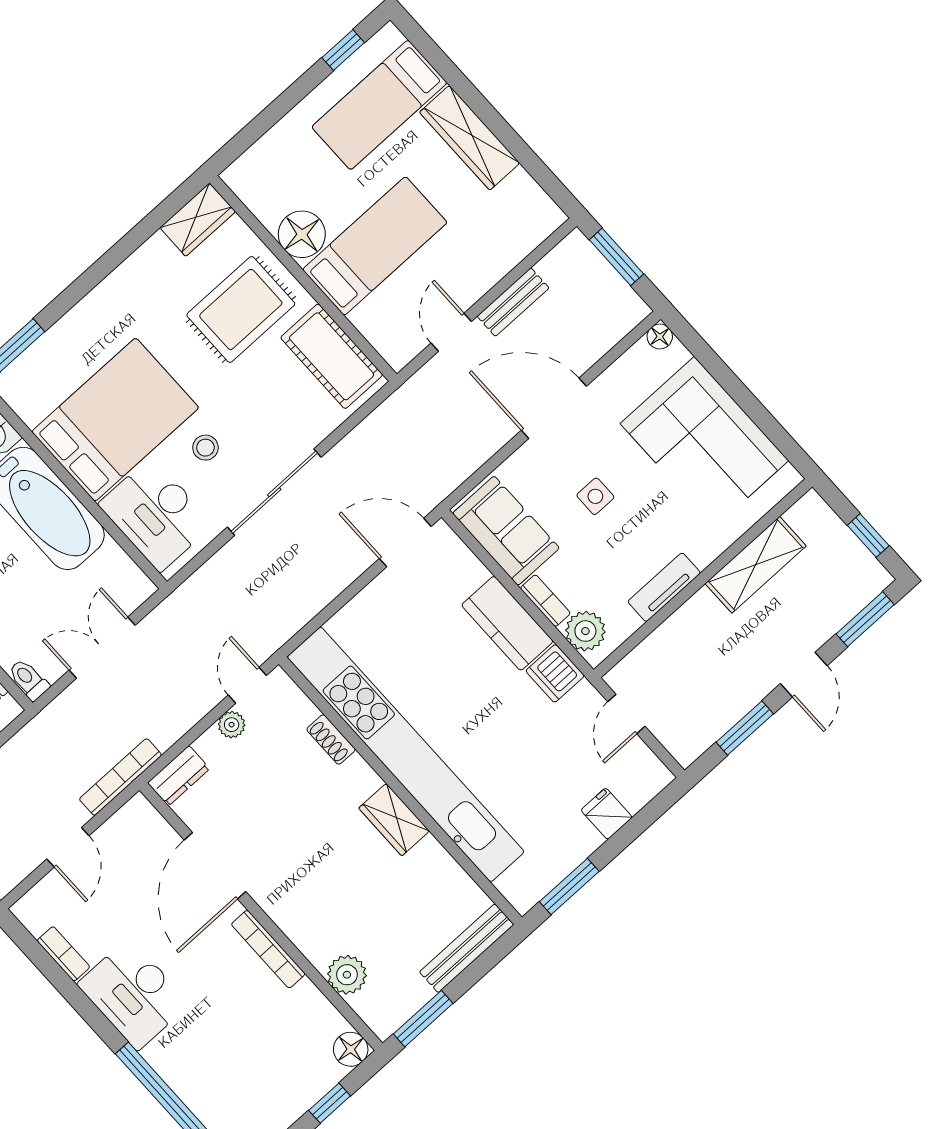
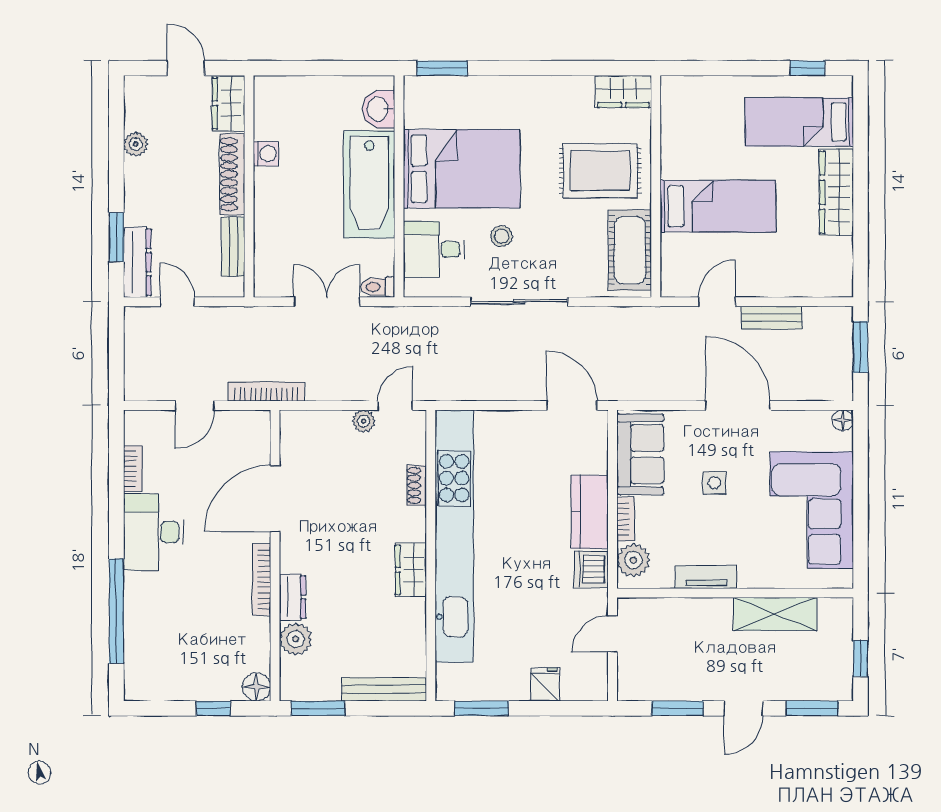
floor lamp: (302, 234) -> (679, 158), removed
desk: (156, 514) -> (434, 249), width x0.73
toilet: (28, 680) -> (378, 287), moved, turned -90
dresser: (179, 776) -> (292, 597), moved, turned -90

